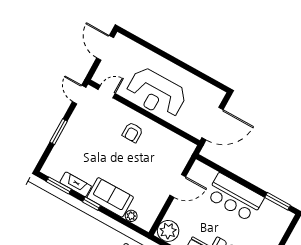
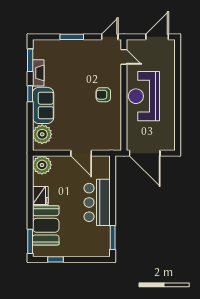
plant: (131, 216) -> (42, 134), width x1.88, depth x1.88

